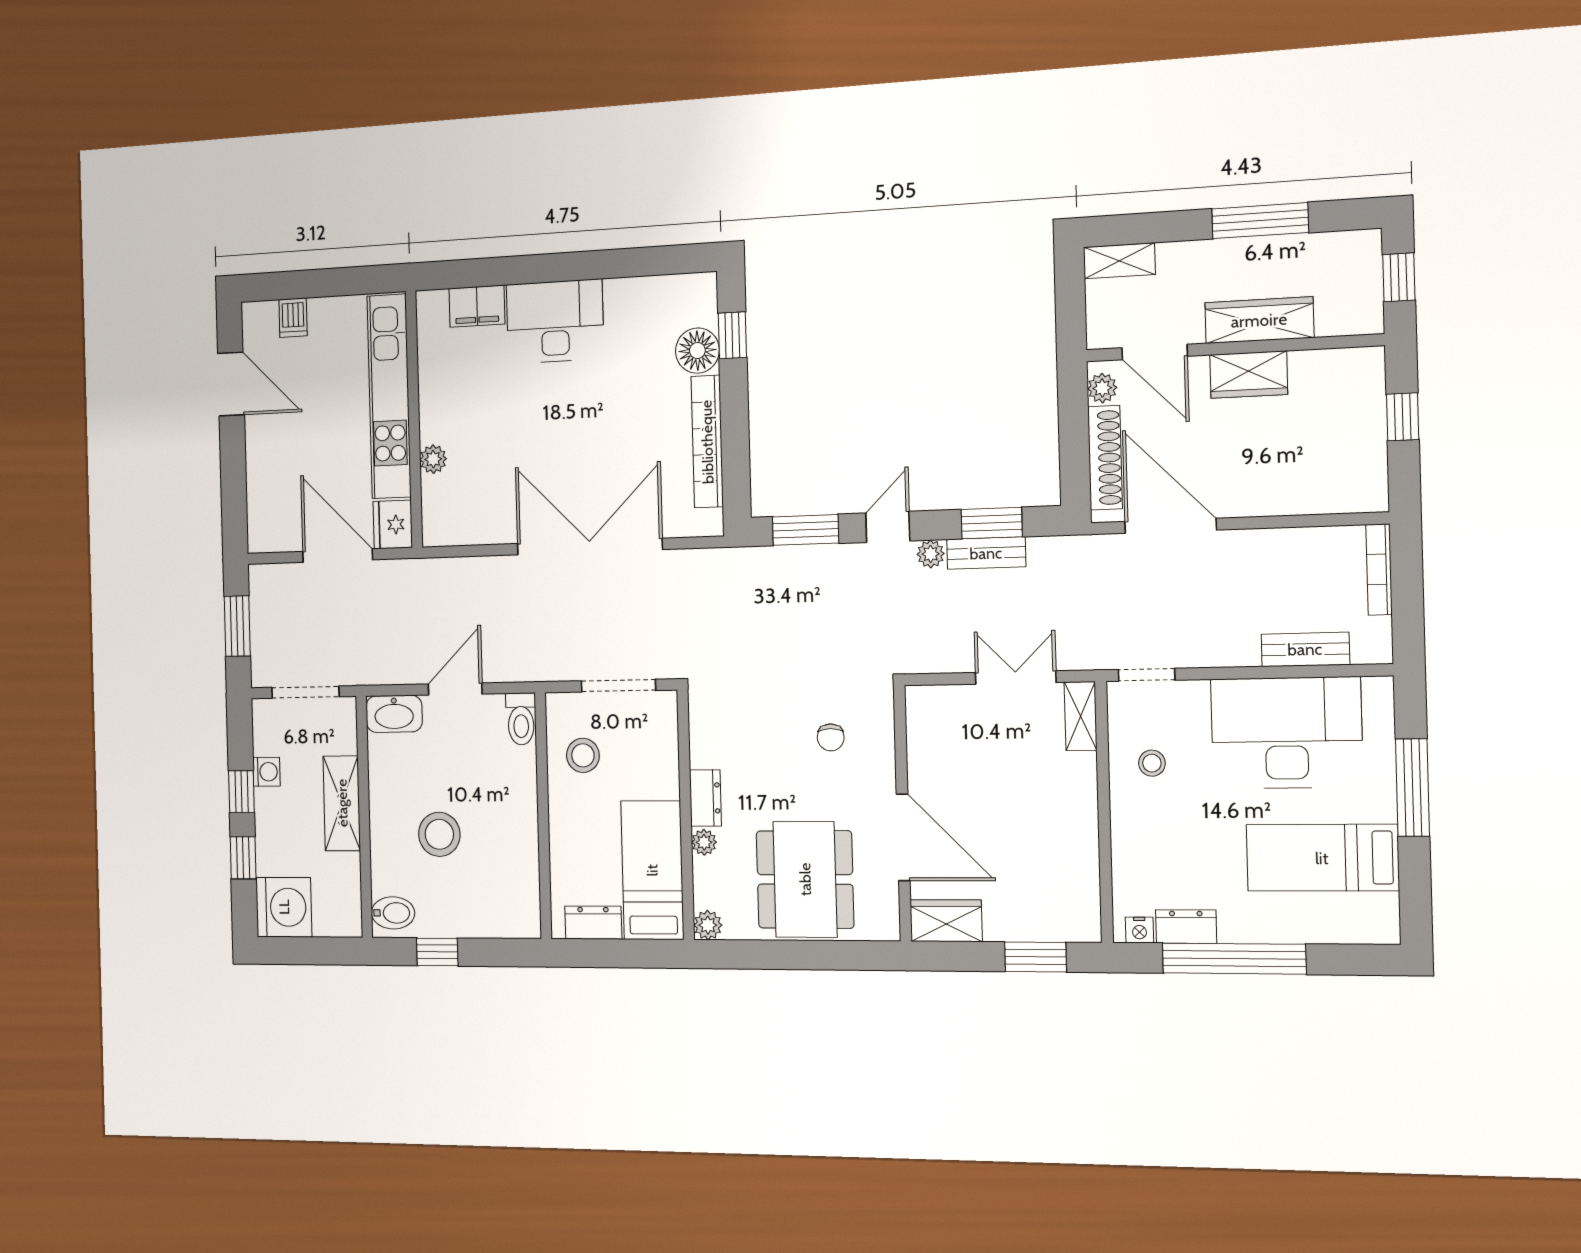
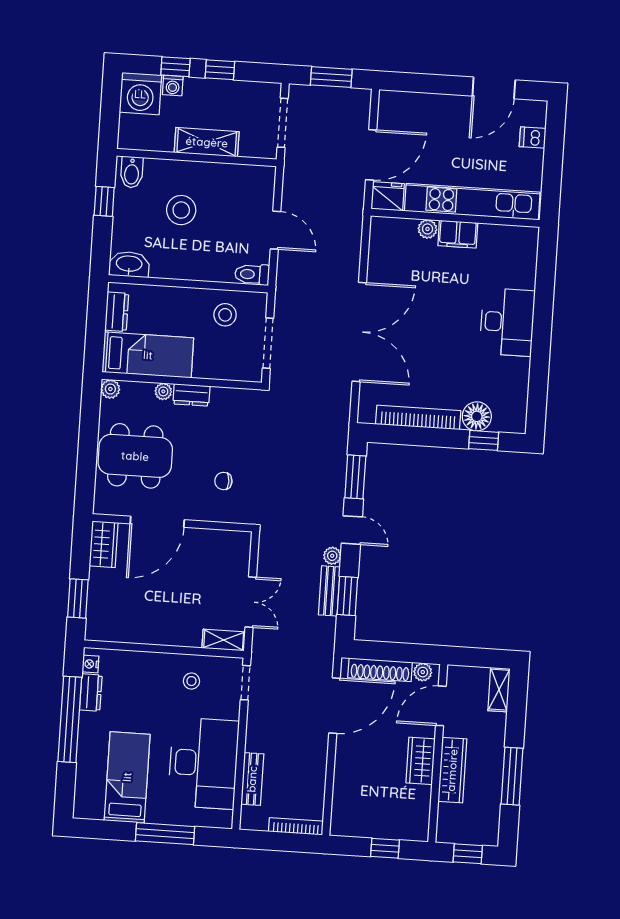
filing cabinet: (477, 306) -> (458, 234), moved, turned -90
washbasin: (394, 714) -> (129, 264), moved, turned 90
washing machine: (266, 772) -> (173, 85), moved

